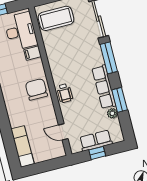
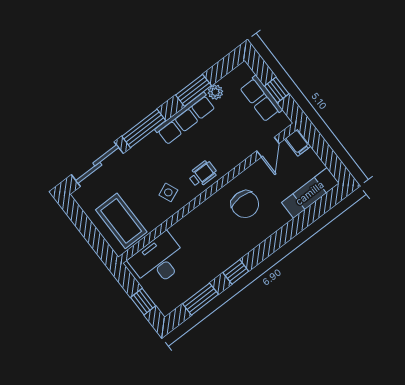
filing cabinet: (33, 53) -> (298, 143), moved
side table: (61, 56) -> (168, 192), added
chair: (36, 89) -> (245, 204), moved, turned -90
wheelchair: (65, 93) -> (203, 174), moved

